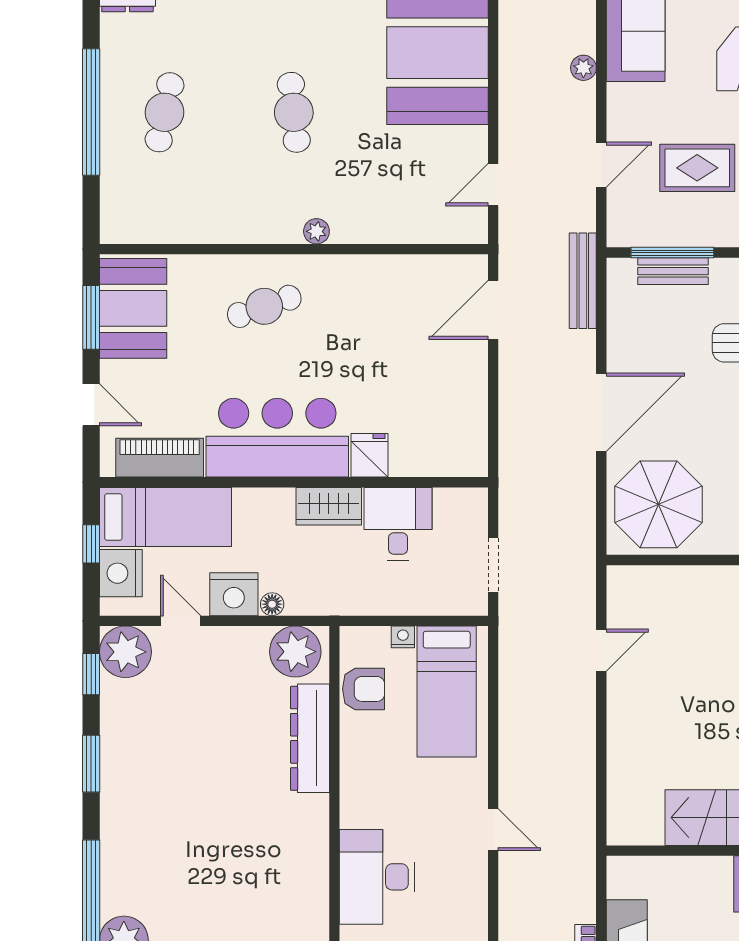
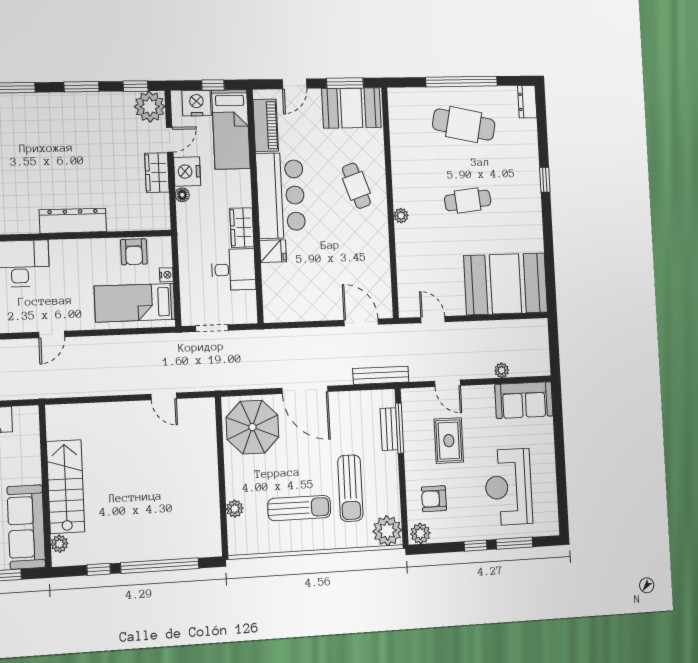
cafe table: (165, 112) -> (464, 125), width x1.37, depth x1.35
wardrobe: (234, 645) -> (157, 173), added
plant: (295, 652) -> (155, 210), removed
dresser: (310, 738) -> (73, 221), moved

